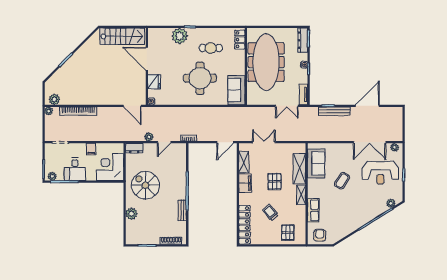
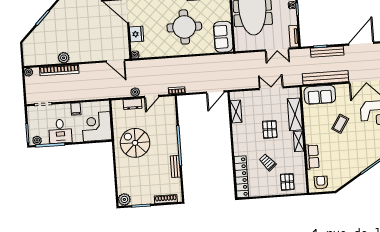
plant: (54, 99) -> (64, 58), moved
bench: (331, 136) -> (326, 78), added
double door: (264, 142) -> (271, 88), moved
dresser: (134, 148) -> (133, 104), moved
sofa: (316, 163) -> (320, 95), moved, turned 90
filing cabinet: (245, 183) -> (239, 133), removed
plant: (131, 214) -> (124, 199), moved

